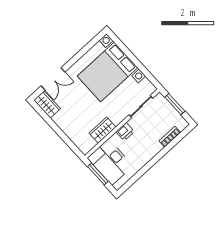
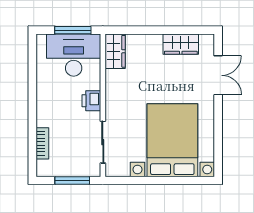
double door: (53, 79) -> (218, 75), swing flipped
wardrobe: (47, 104) -> (181, 44), moved
wardrobe: (103, 130) -> (115, 51), moved

